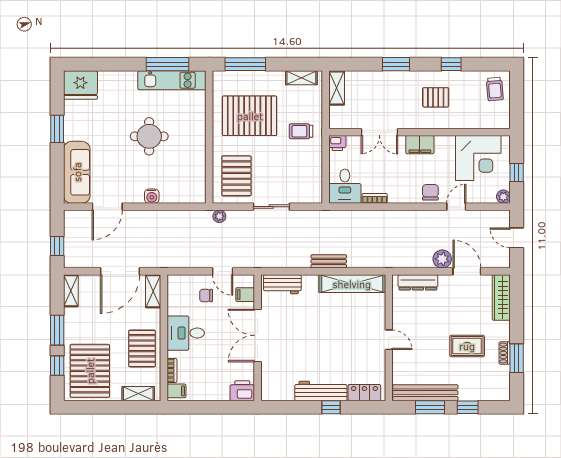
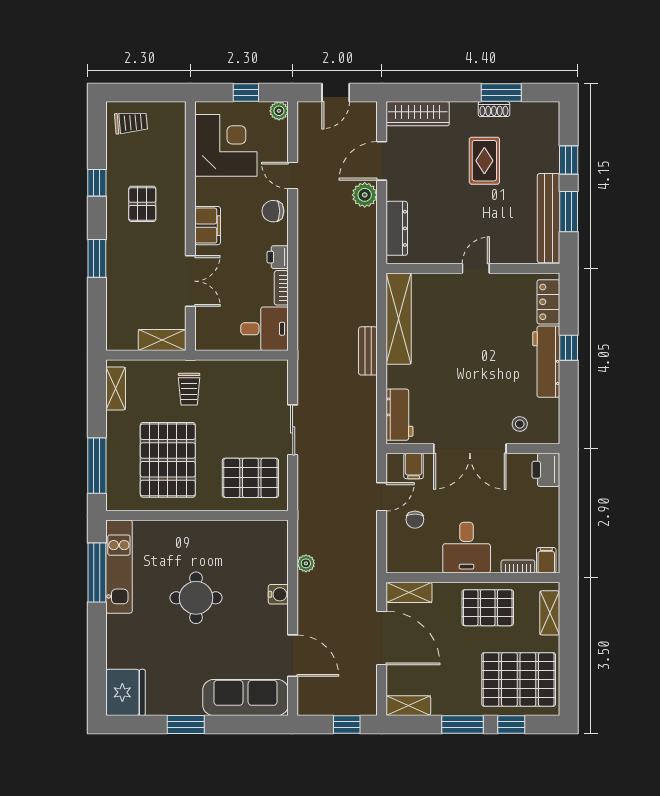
shelving: (337, 88) -> (162, 340), moved
printer: (337, 143) -> (278, 257), moved, turned 180
plant: (219, 216) -> (306, 563), moved
stool: (276, 372) -> (520, 424), added

